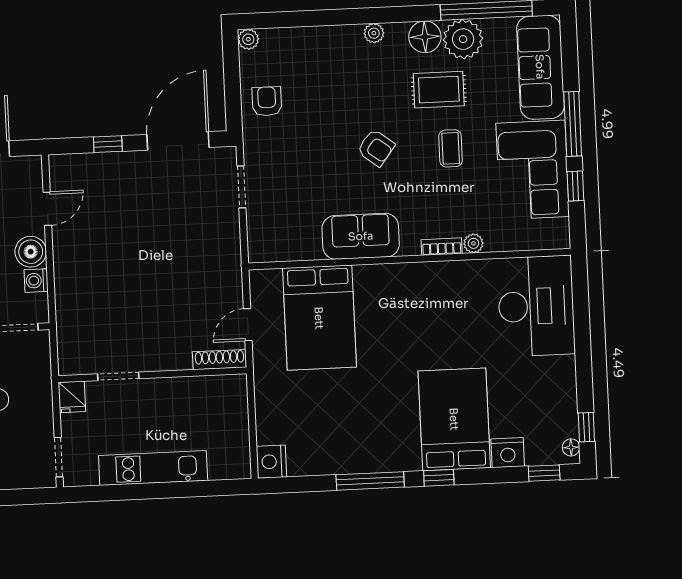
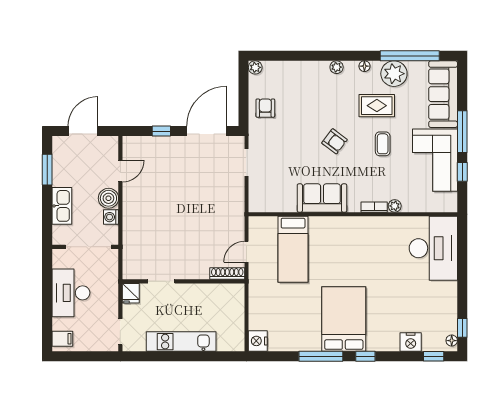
floor lamp: (425, 37) -> (364, 66), width x0.53, depth x0.53
bed: (319, 318) -> (293, 249), width x0.67
bed: (454, 419) -> (344, 319), moved

